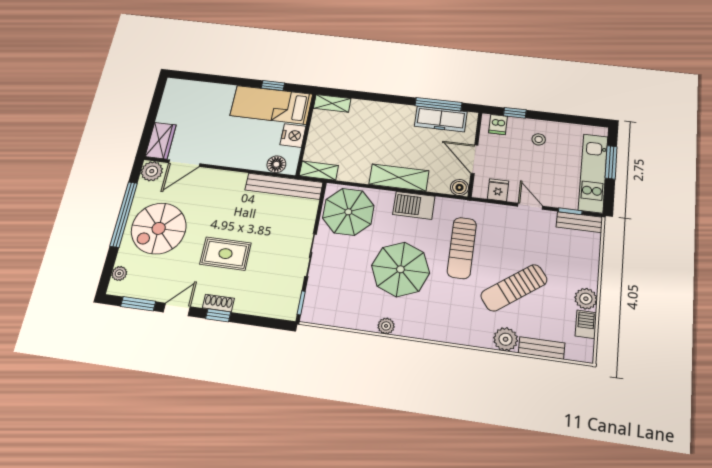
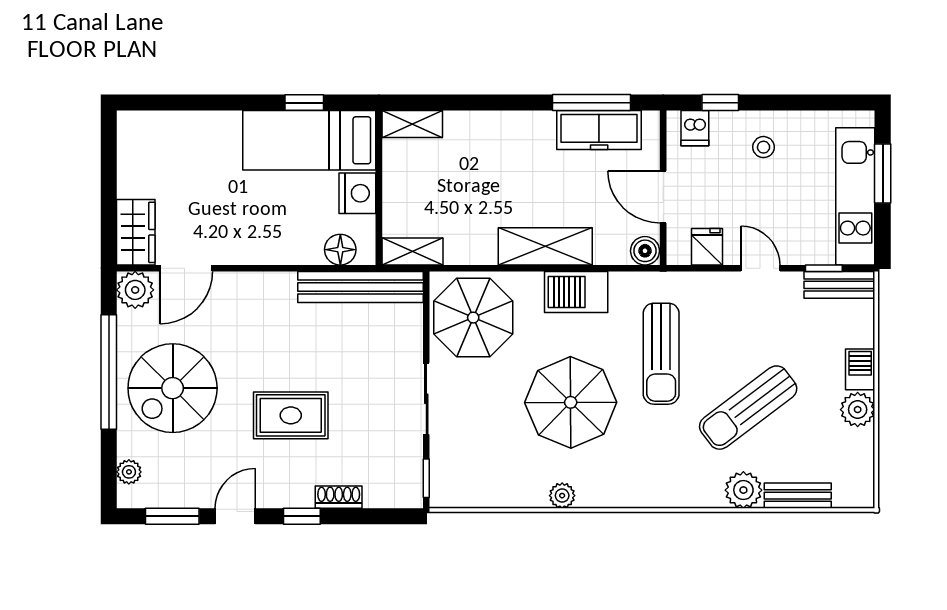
shoe rack: (218, 303) -> (339, 497), moved
barbecue: (586, 324) -> (860, 369), moved

